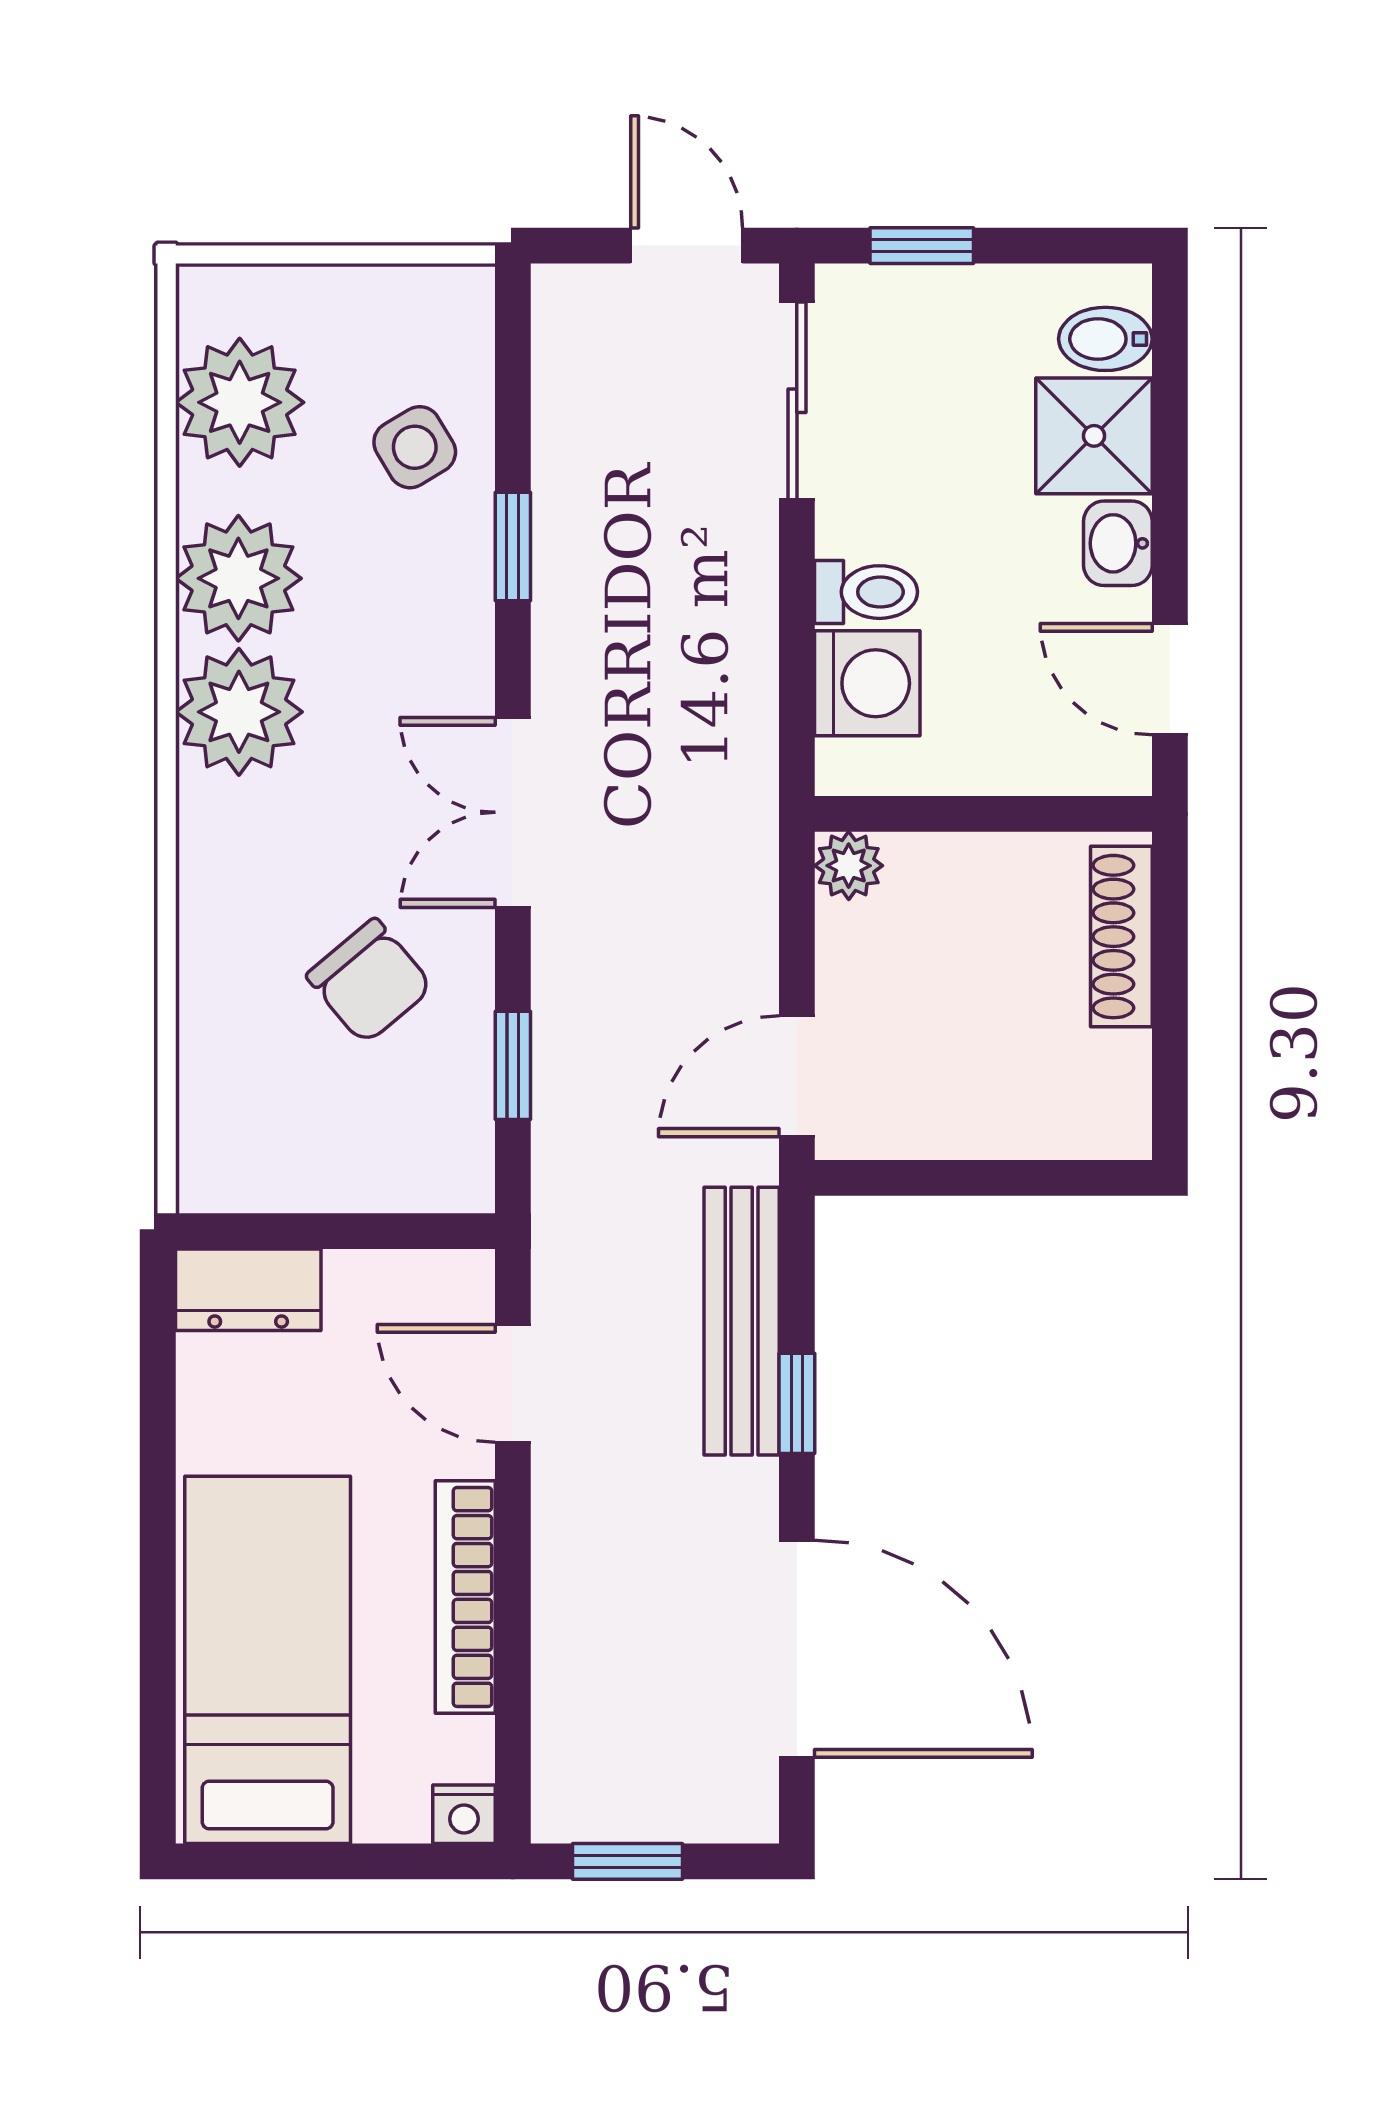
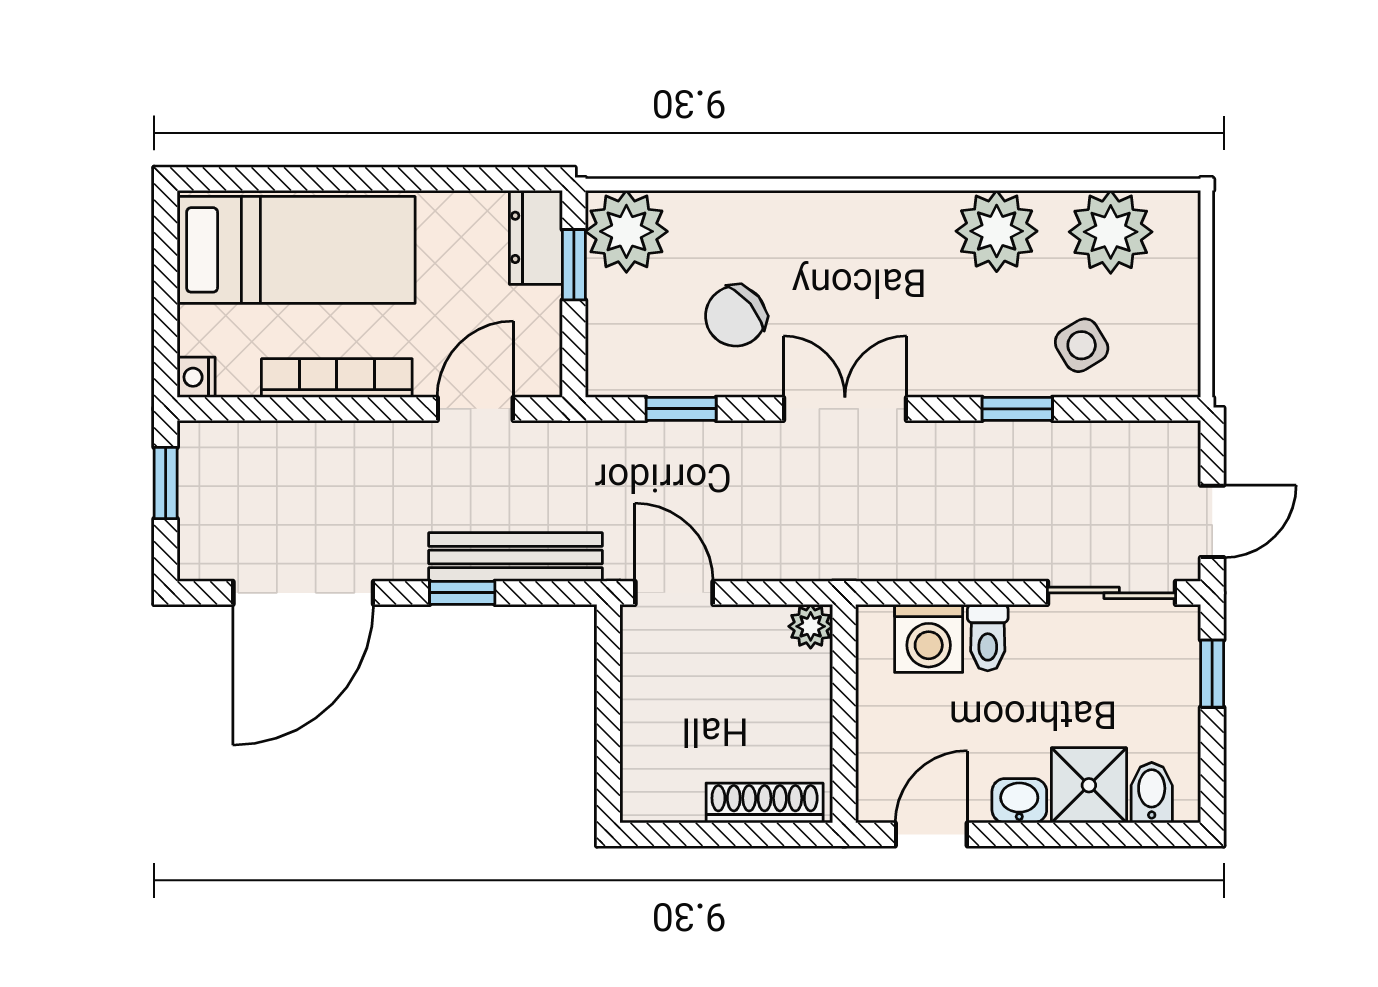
plant: (239, 712) -> (626, 231), moved
window: (291, 1231) -> (574, 265), added

